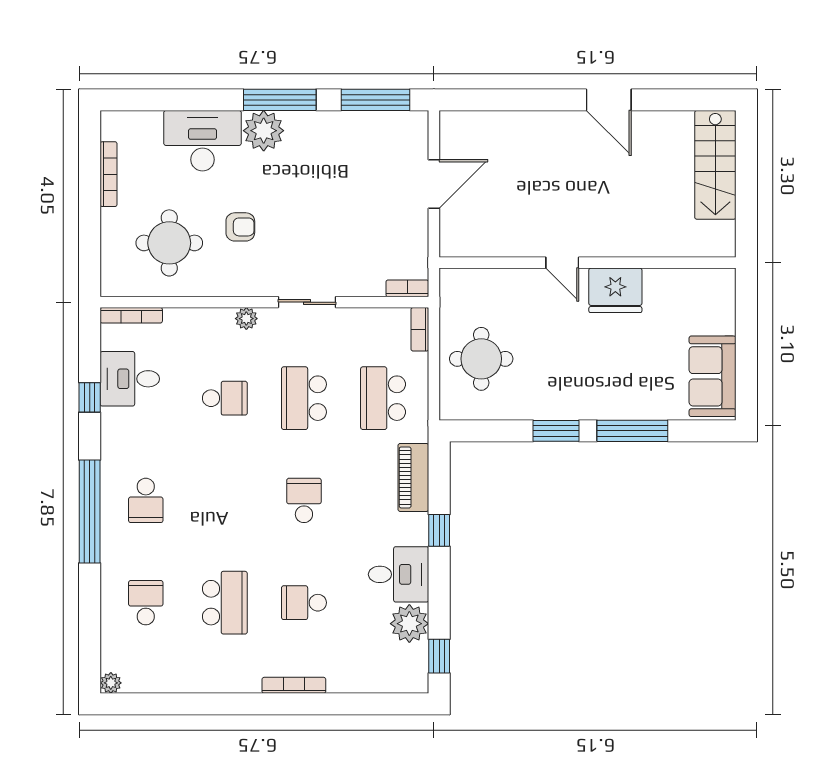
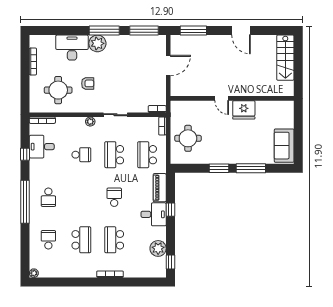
window: (494, 100) -> (193, 31), added
desk: (399, 574) -> (154, 214), moved
school desk: (304, 603) -> (114, 240), width x1.85

